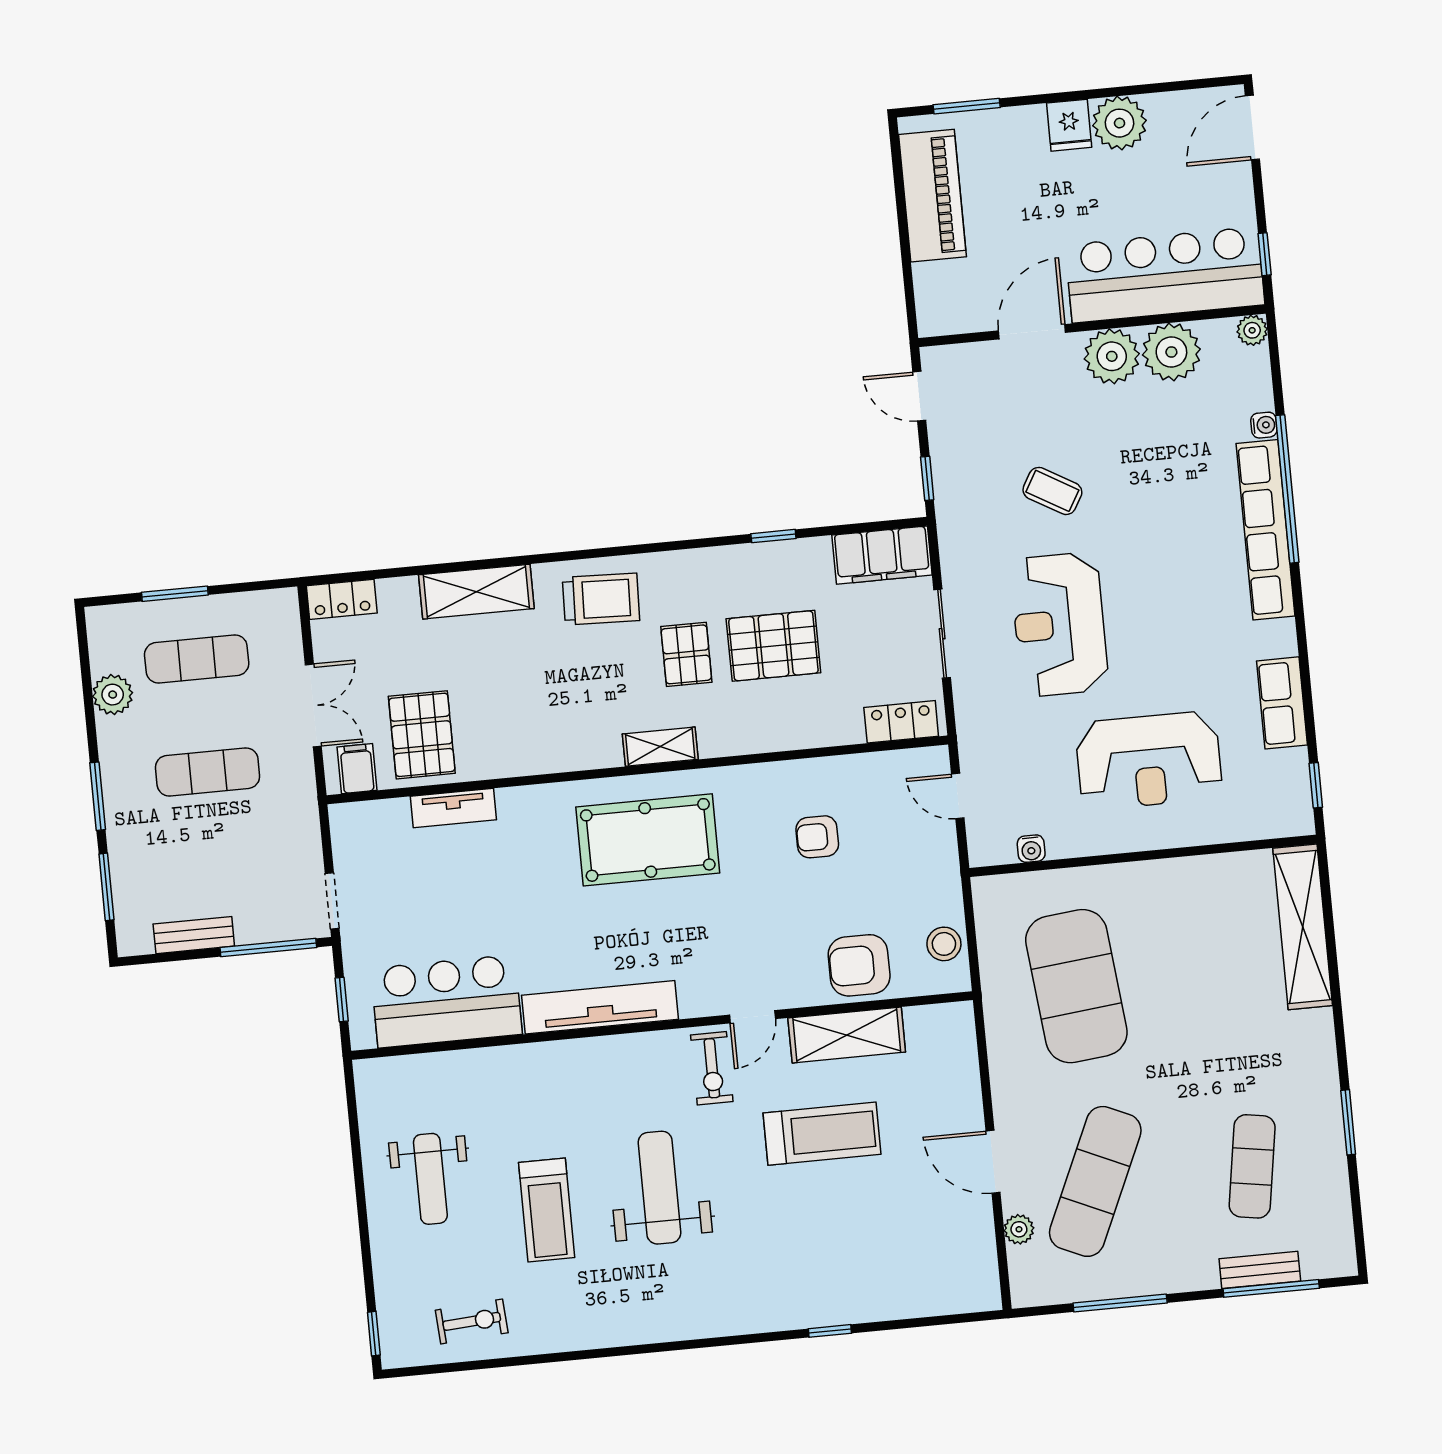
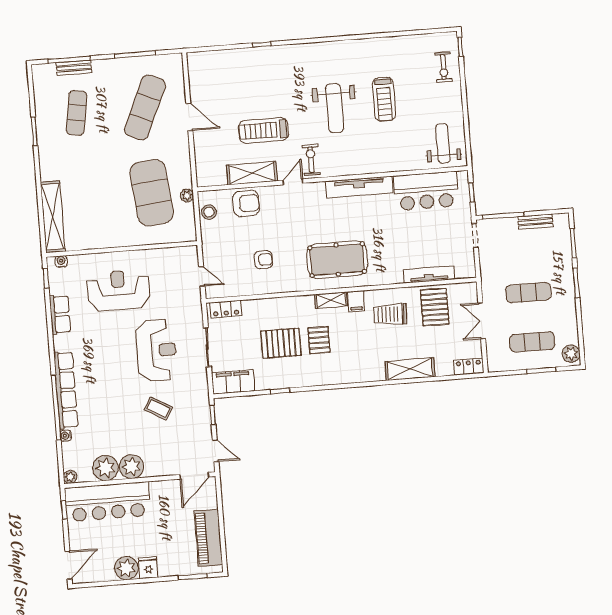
door: (1032, 332) -> (194, 476), moved
trolley: (601, 599) -> (390, 314), moved
plant: (113, 695) -> (571, 354), moved
filing cabinet: (357, 769) -> (356, 301), moved
tv unit: (453, 808) -> (429, 274), width x1.41
water cooler: (1031, 849) -> (61, 262), moved
weight bench: (430, 1179) -> (443, 143), moved
treadmill: (547, 1210) -> (384, 99), turned 180
plant: (1019, 1229) -> (187, 195), moved
exercise bike: (472, 1321) -> (443, 67), moved, turned -86

